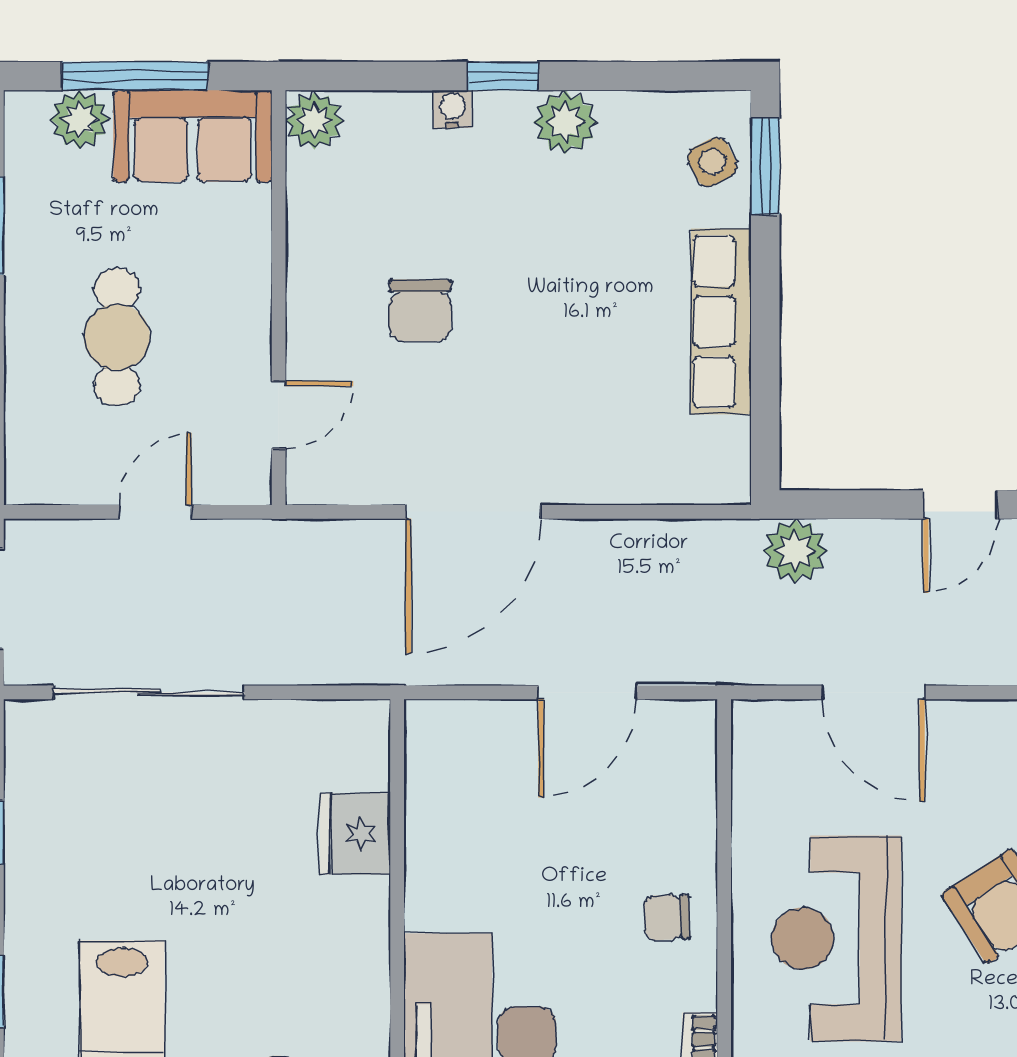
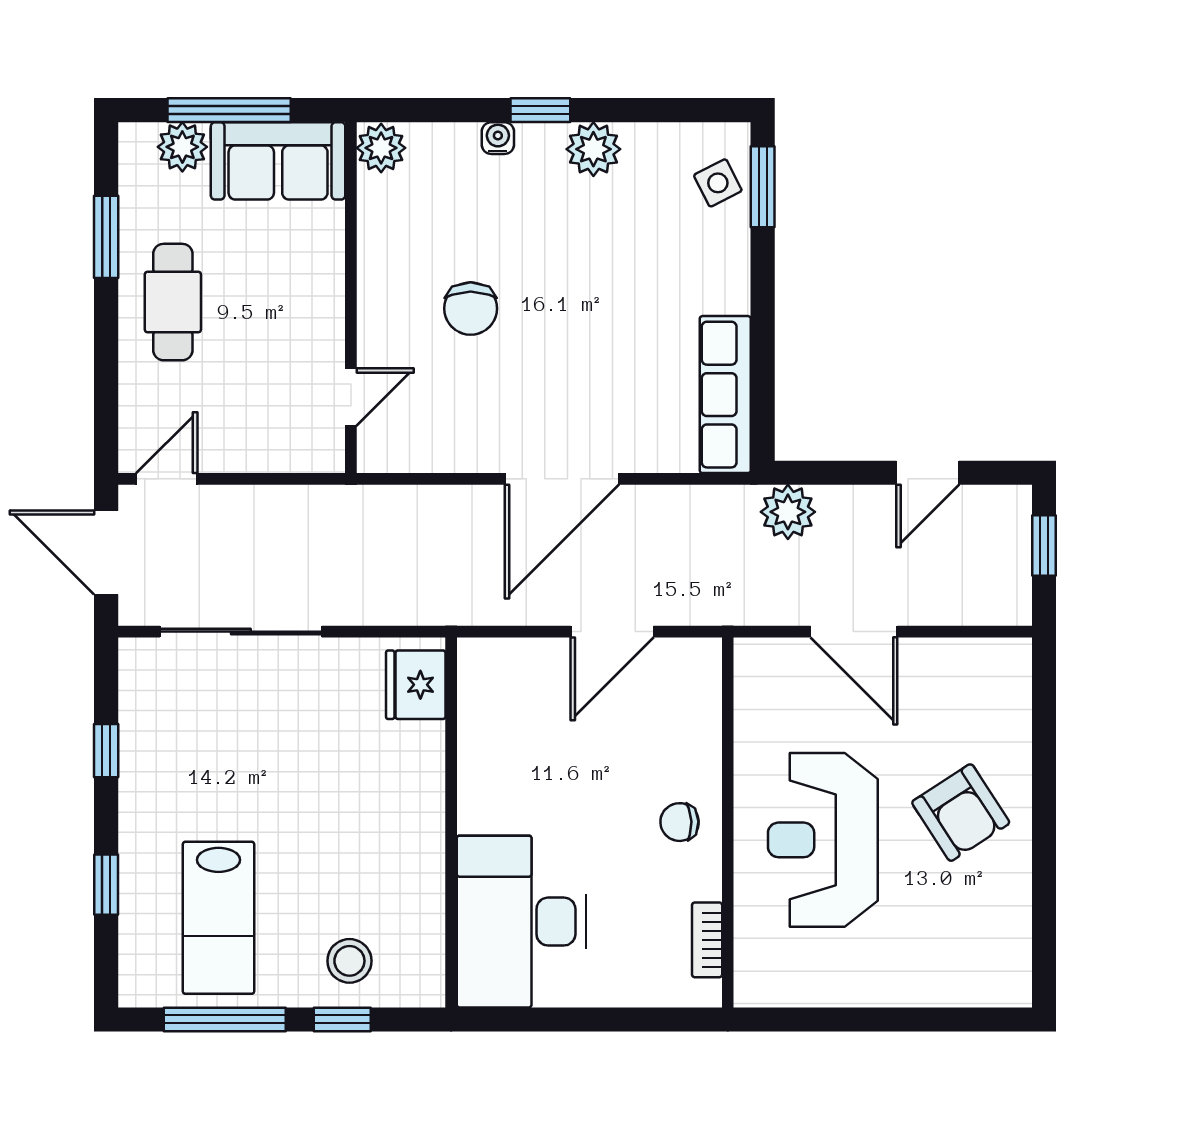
row of seats: (721, 322) -> (725, 395), moved
cafe table: (117, 337) -> (173, 302), moved
door: (155, 512) -> (167, 479), moved
door: (473, 512) -> (562, 479), moved
fridge: (355, 834) -> (416, 685), moved

